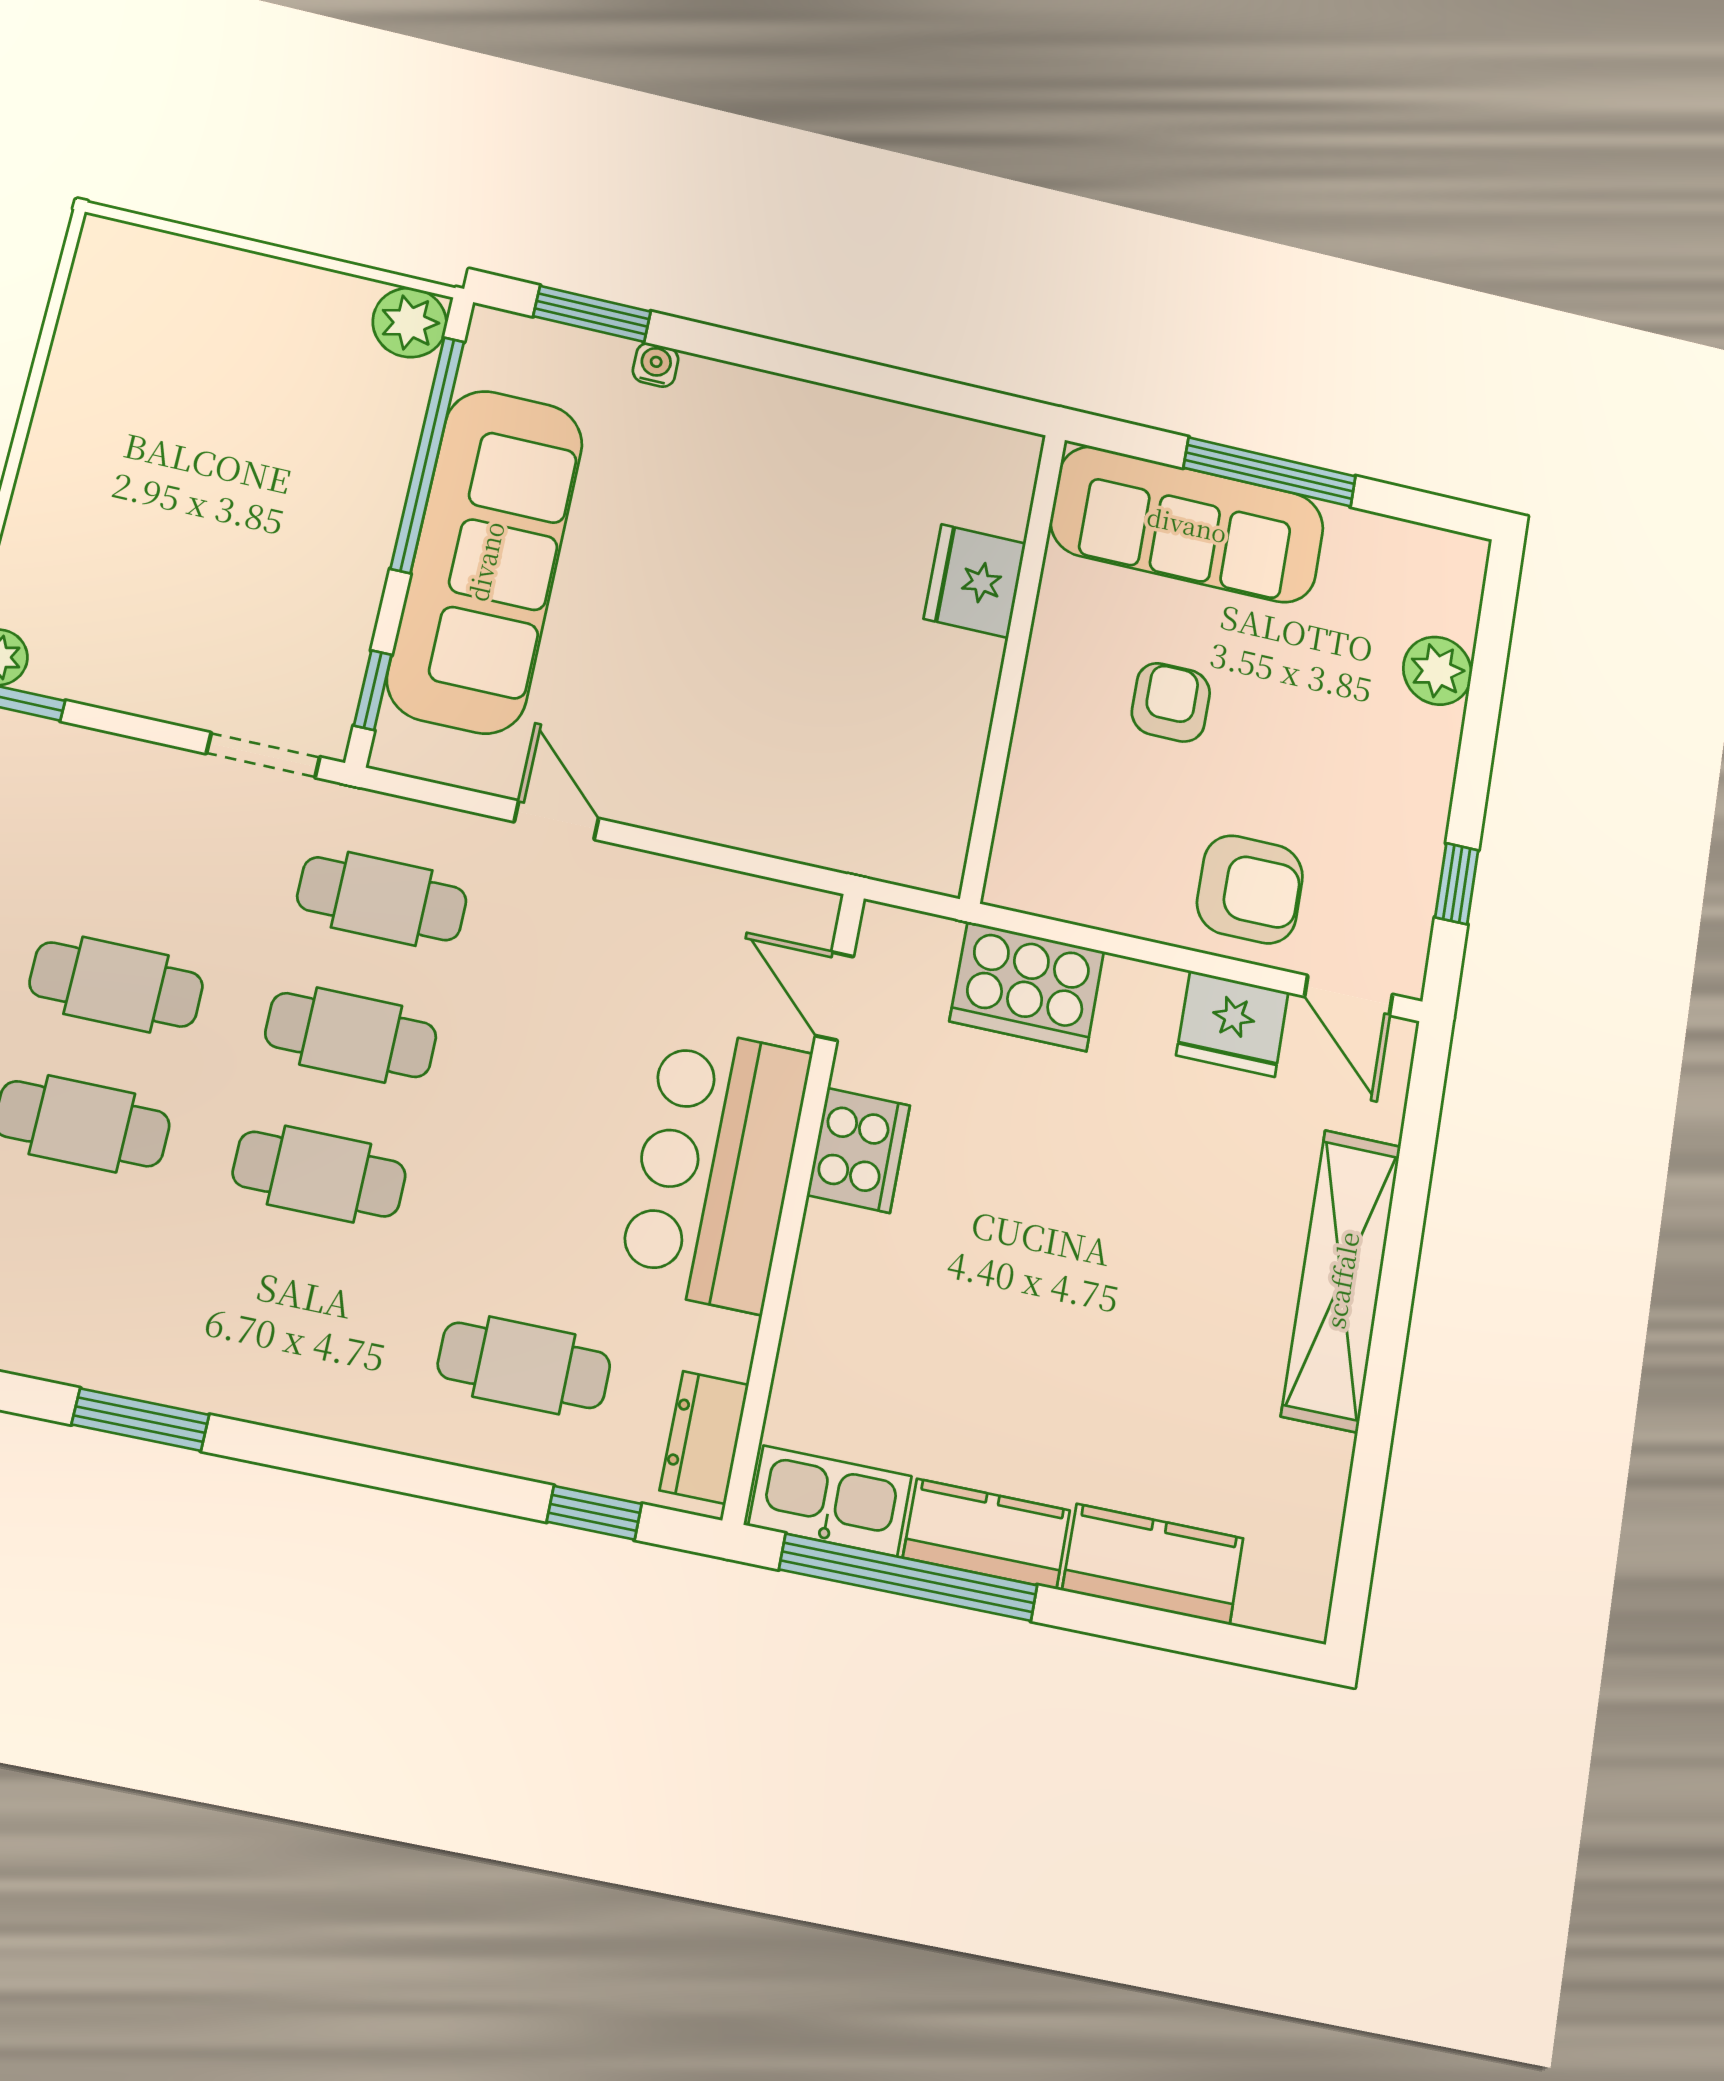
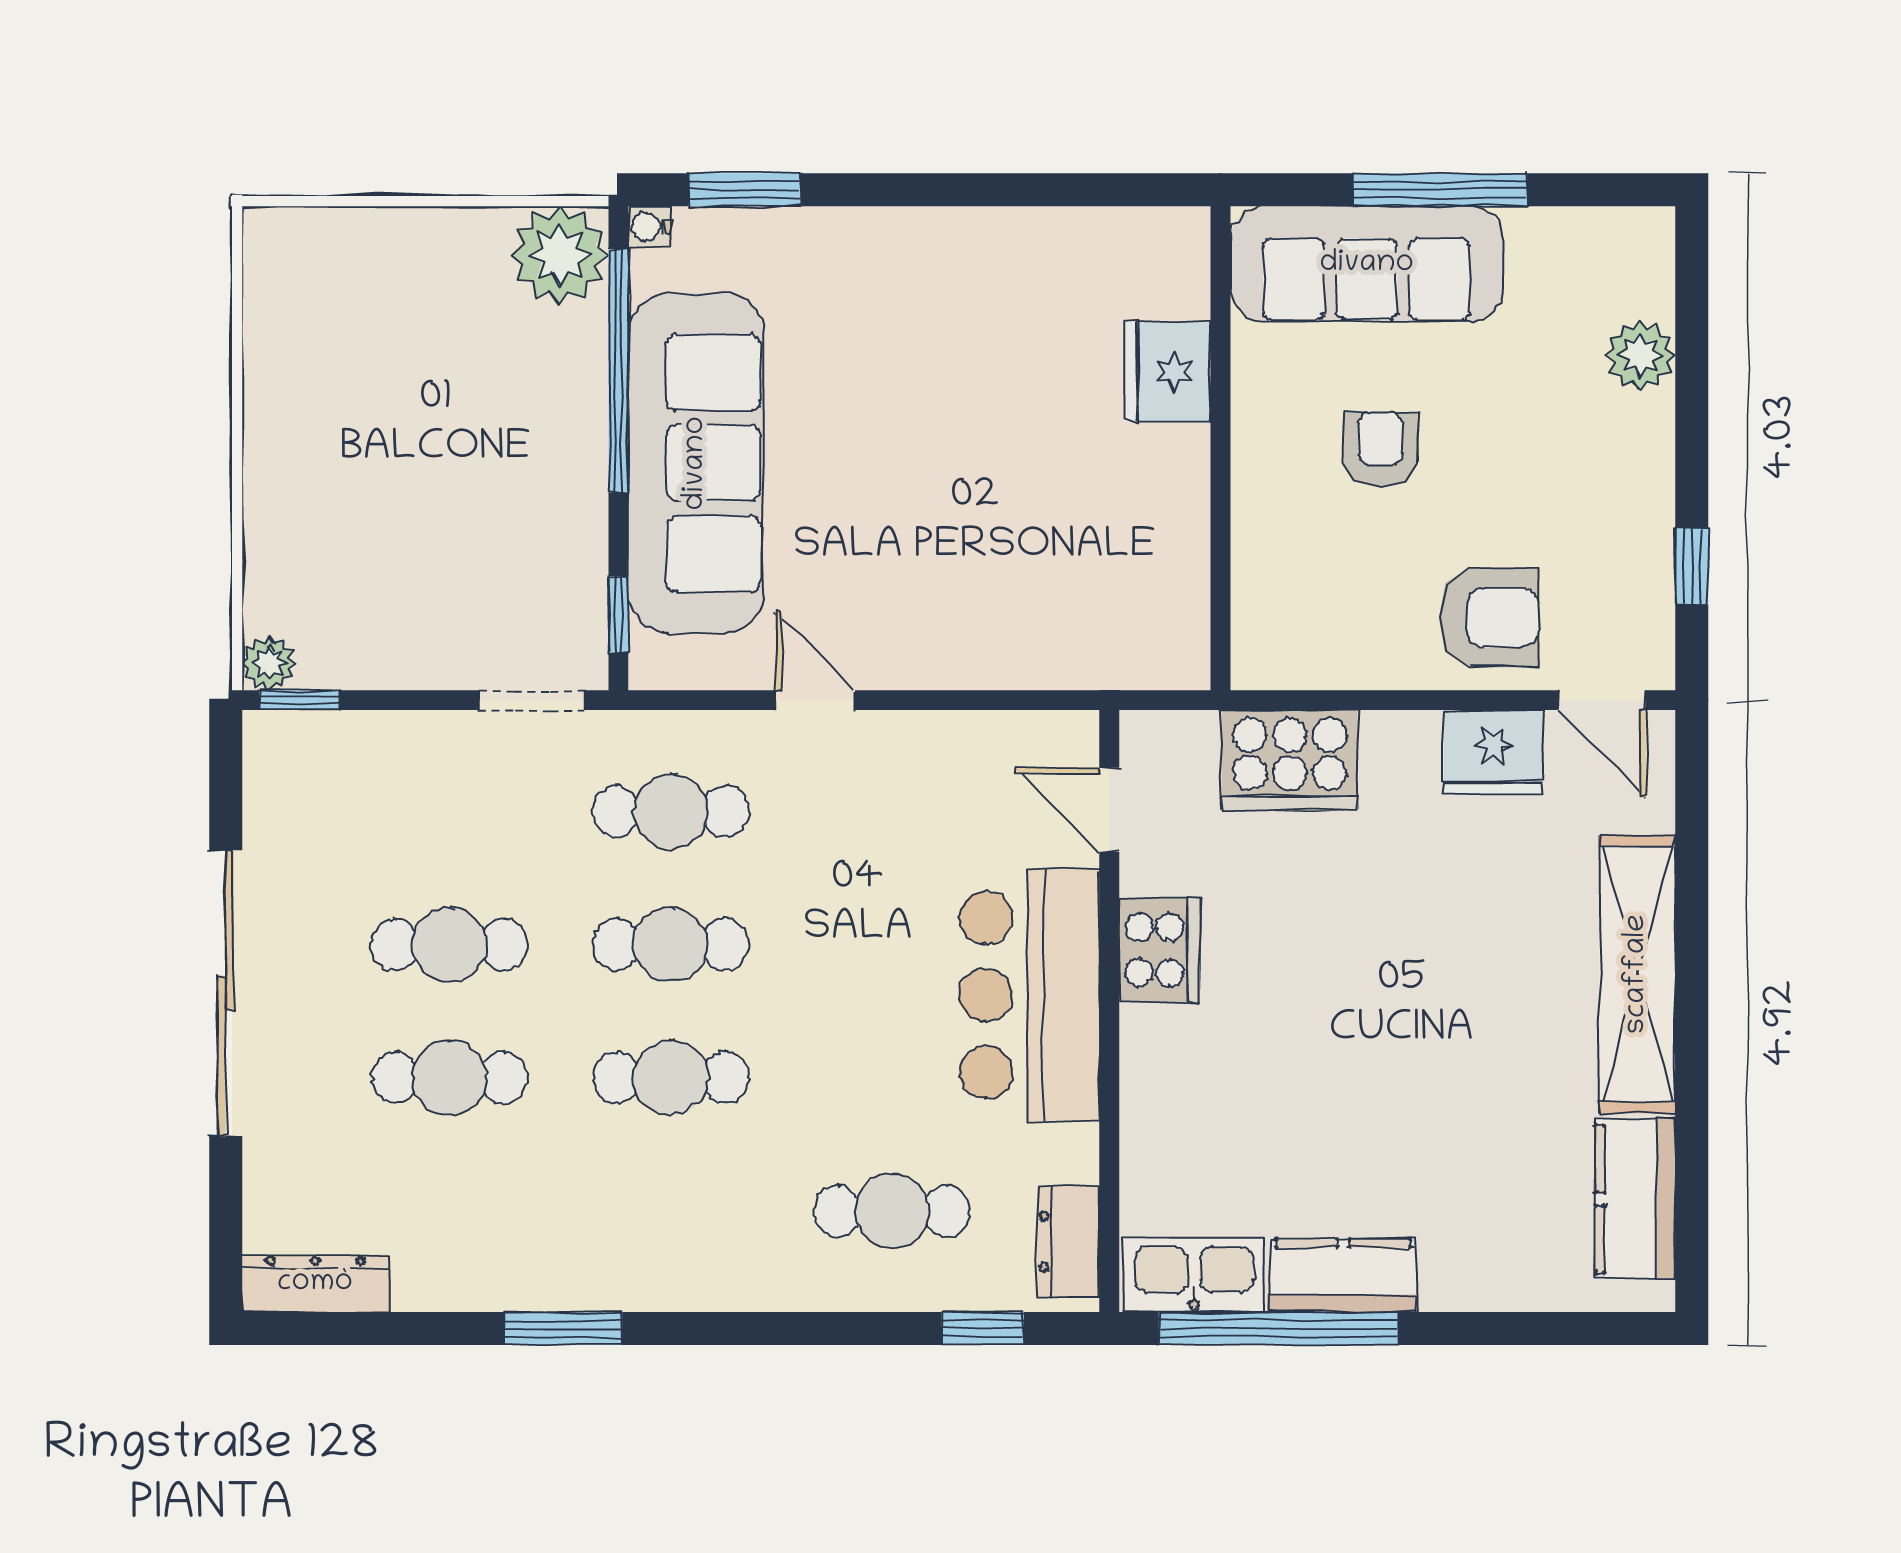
plant: (410, 323) -> (559, 255), width x1.36, depth x1.36
water cooler: (656, 365) -> (649, 227), moved, turned -90
kitchen counter: (1153, 1564) -> (1635, 1199), moved, turned -90

